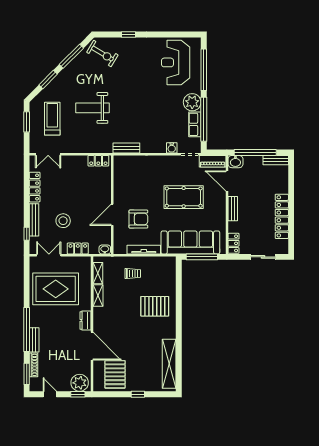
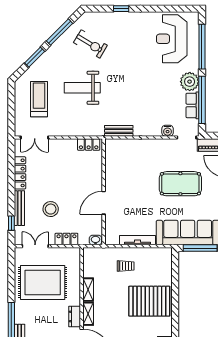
exercise bike: (102, 54) -> (90, 44), moved
window: (27, 122) -> (11, 103), removed
armchair: (138, 219) -> (132, 207), removed
shelving: (98, 273) -> (88, 314), moved
pallet: (155, 306) -> (149, 301), width x1.37, depth x1.41

